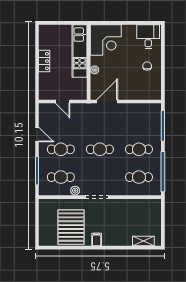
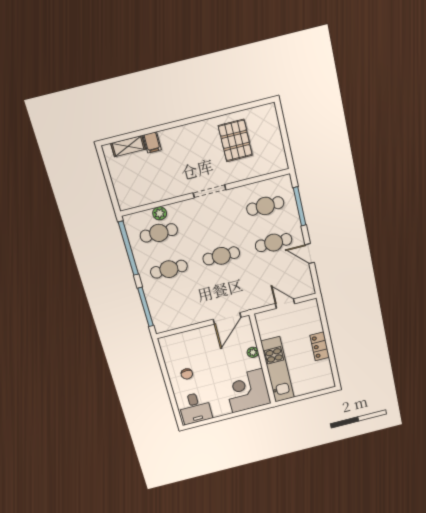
plant: (75, 191) -> (160, 213), moved
pallet: (71, 227) -> (235, 140), width x0.73, depth x0.71
filing cabinet: (97, 240) -> (152, 142), moved

